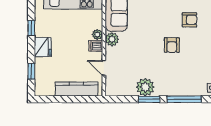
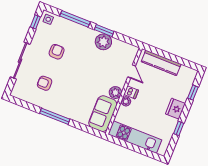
armchair: (172, 45) -> (57, 52), moved

